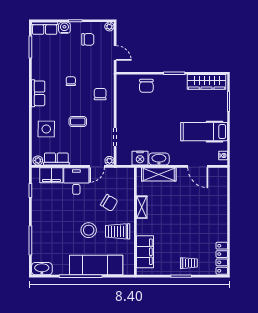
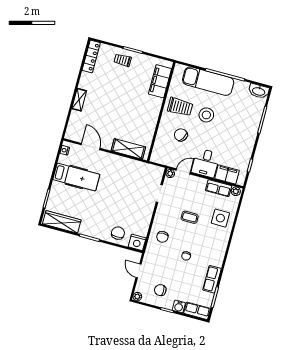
row of seats: (38, 93) -> (212, 279), moved
nightstand: (140, 158) -> (137, 242), moved, turned 180
washbasin: (159, 159) -> (124, 163), removed
shelving: (142, 207) -> (79, 100), moved

